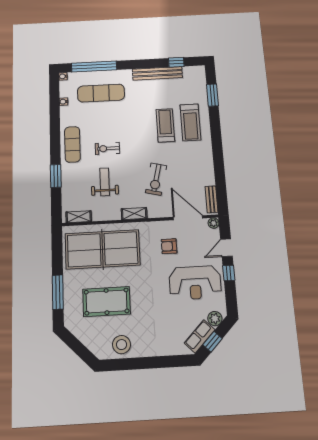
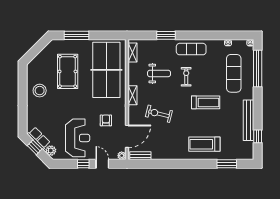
treadmill: (165, 125) -> (206, 102), moved
reception desk: (195, 283) -> (78, 138), turned 180
stool: (121, 345) -> (40, 91), moved

